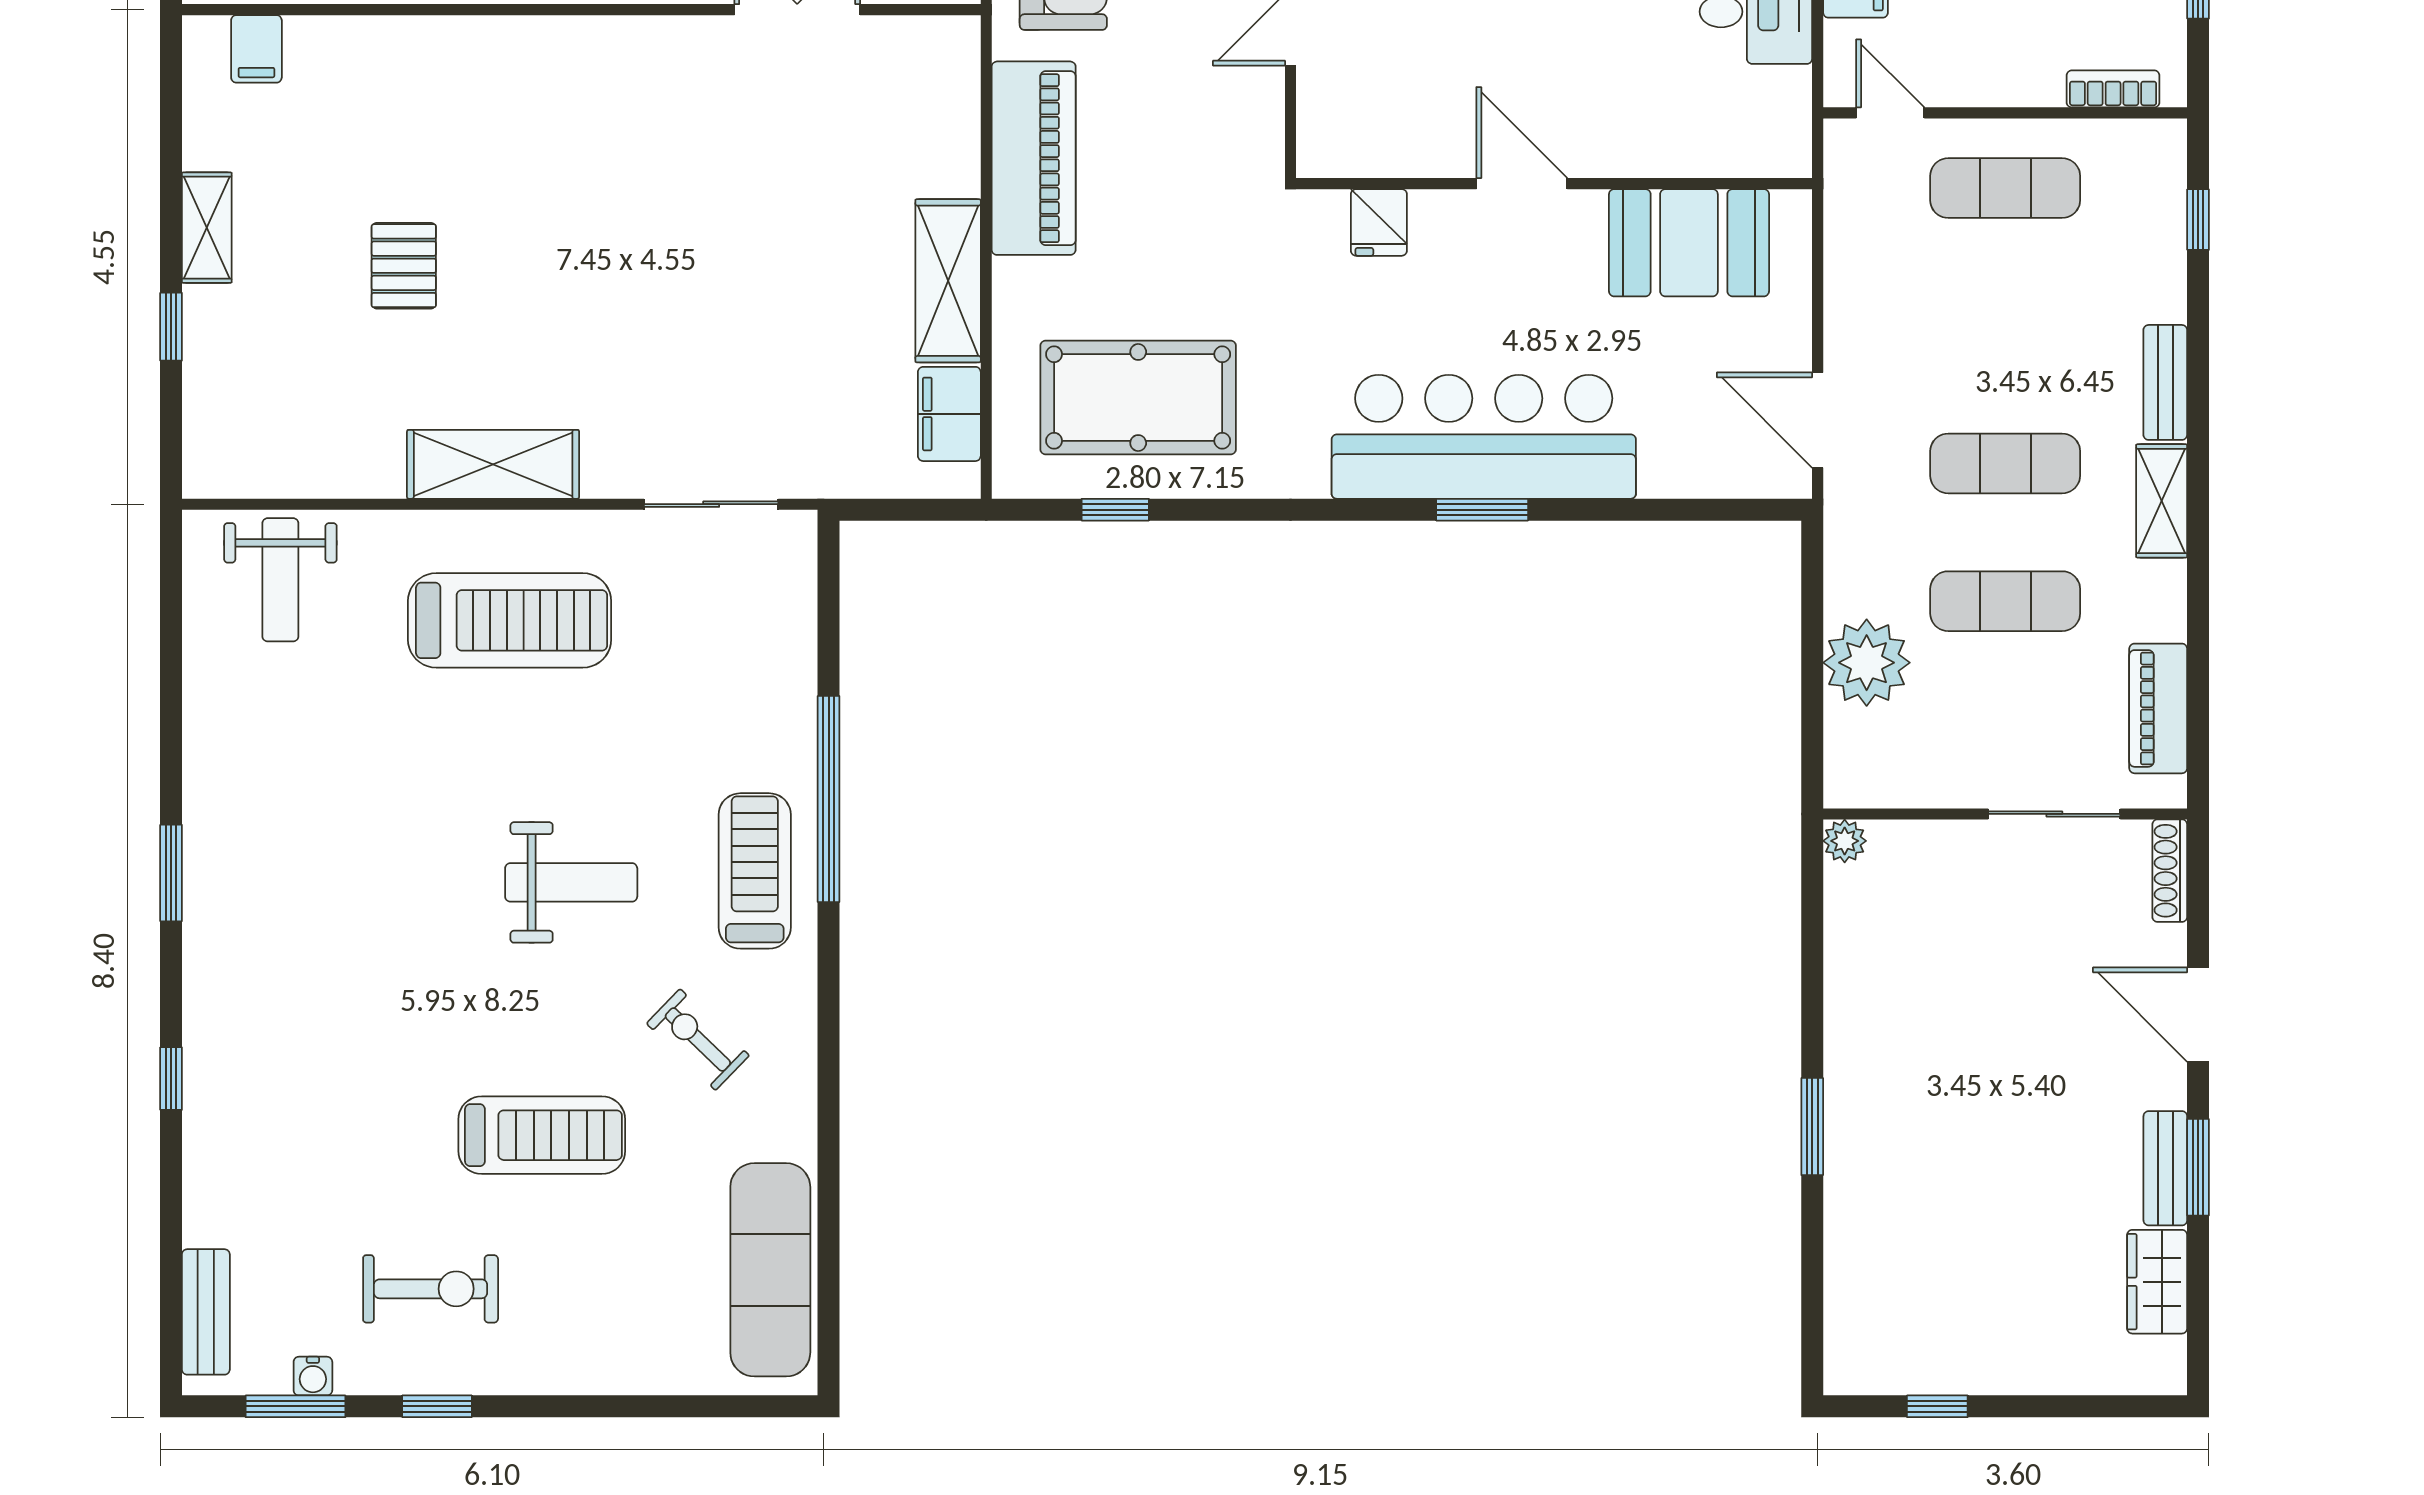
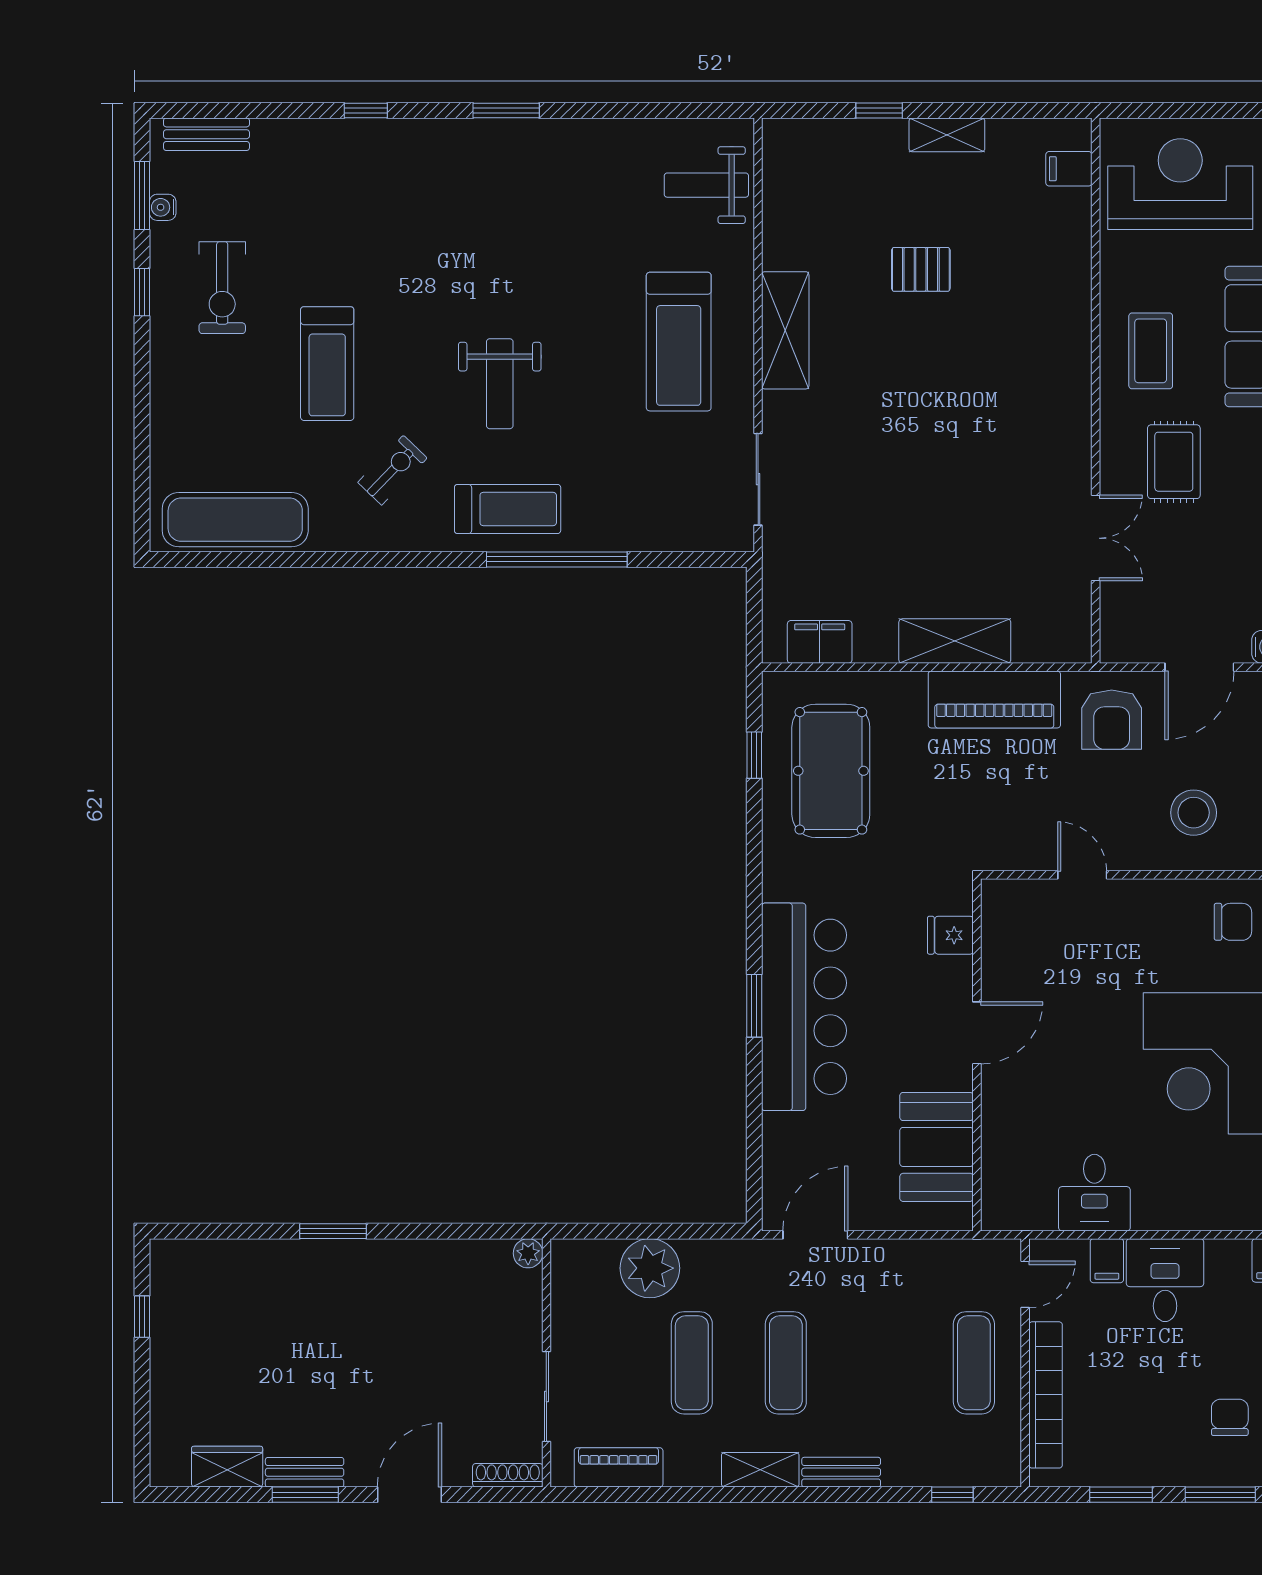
bookcase: (2113, 89) -> (1046, 1395), width x2.31, depth x1.31
shelving: (948, 281) -> (955, 641), moved

